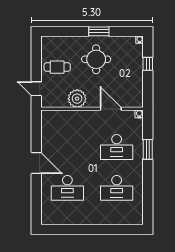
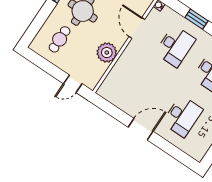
cafe table: (57, 67) -> (60, 39), moved
door: (111, 109) -> (137, 28), hinge flipped

